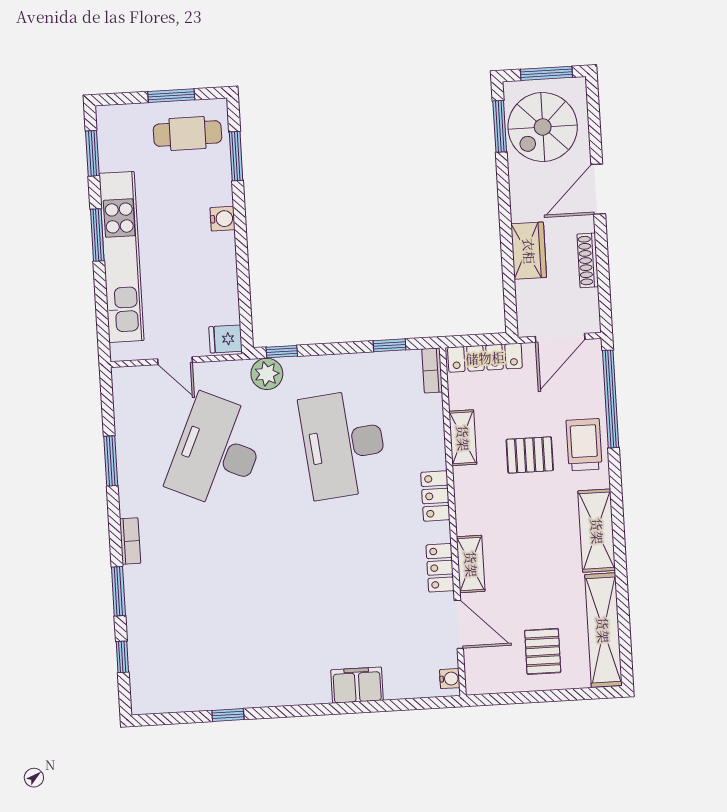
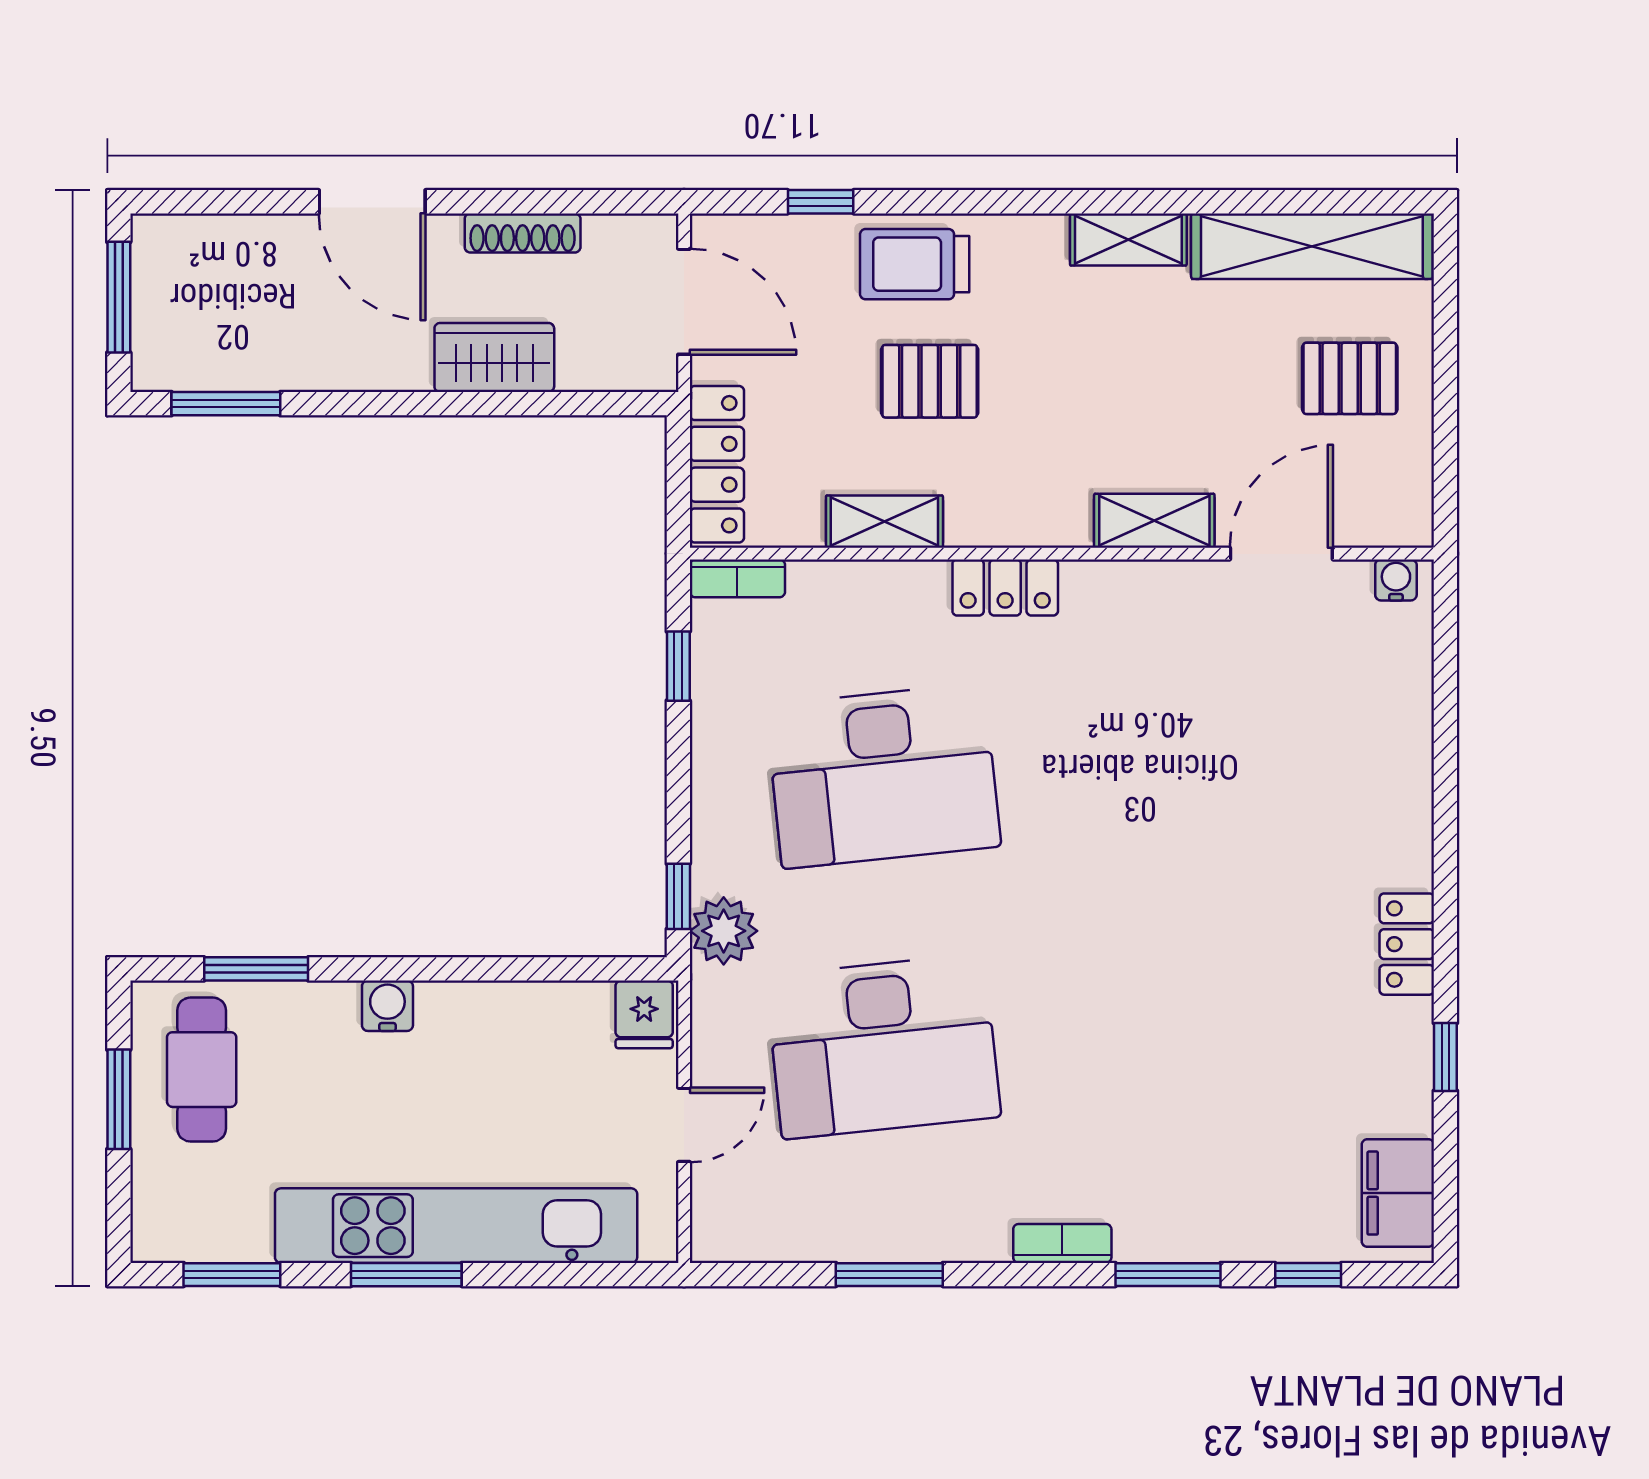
spiral stairs: (543, 127) -> (233, 312), removed
window: (611, 399) -> (821, 202), width x0.32
desk: (217, 452) -> (883, 1046), turned -30
pallet: (530, 455) -> (930, 381), turned 90
shelving: (597, 531) -> (1128, 239), width x0.67, depth x0.75
locker: (440, 568) -> (1407, 944), moved, turned 90
filing cabinet: (357, 685) -> (1398, 1193), moved

